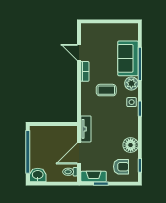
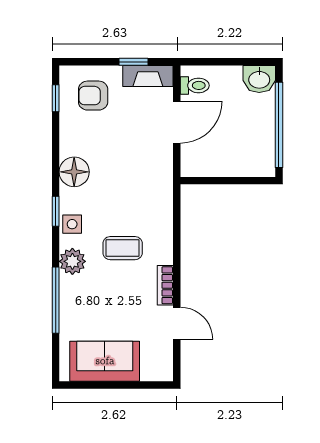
sofa: (128, 58) -> (105, 361), moved, turned -90
tv unit: (86, 129) -> (163, 171), removed
floor lamp: (131, 145) -> (74, 172), moved

